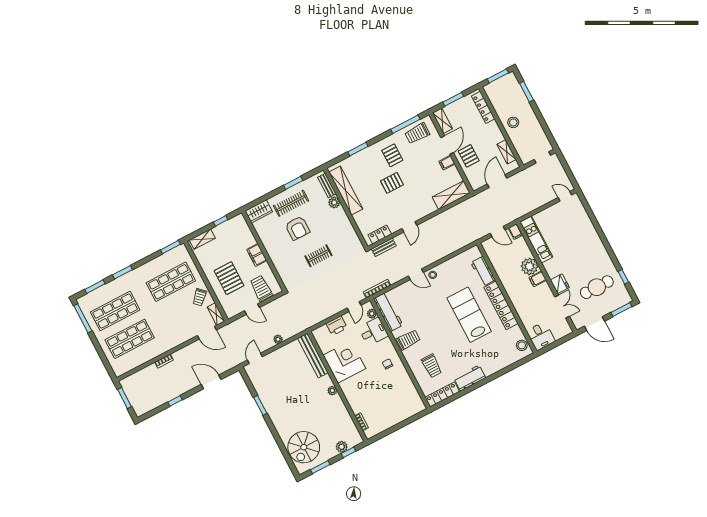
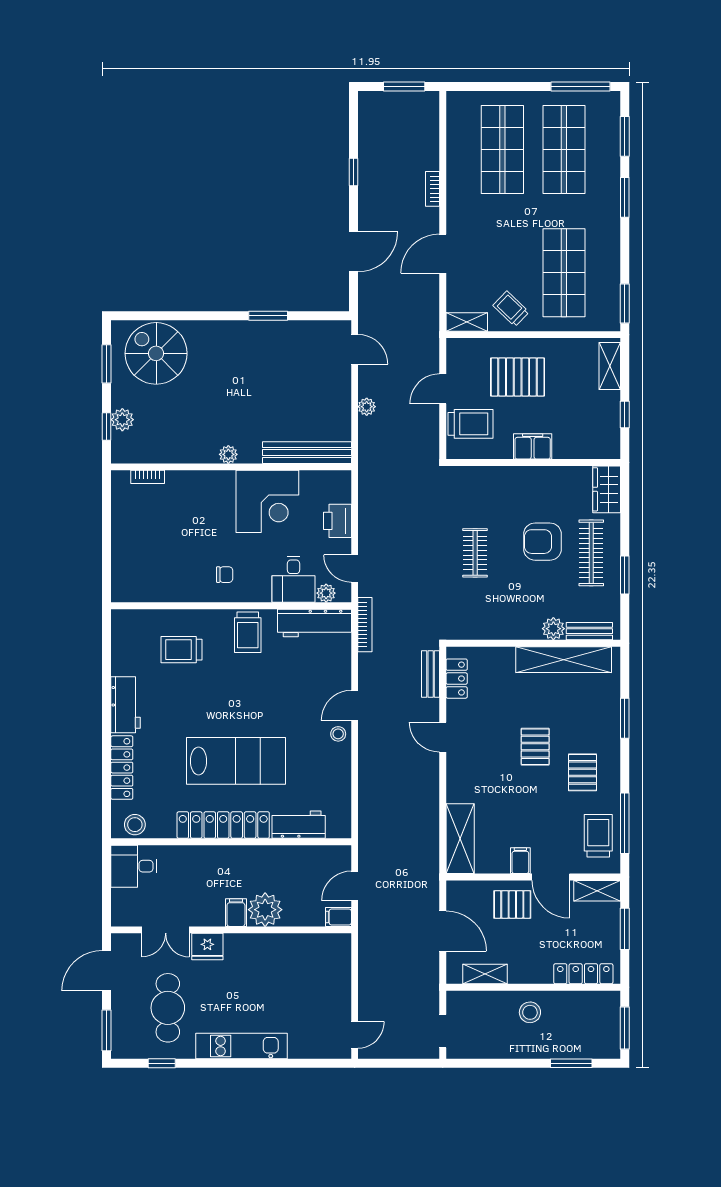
pallet: (392, 155) -> (583, 772), turned 90
kitchen unit: (536, 239) -> (242, 1046), moved, turned 180
door: (207, 333) -> (443, 254), moved
locker: (442, 394) -> (122, 768), moved

